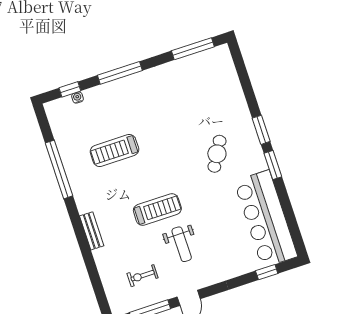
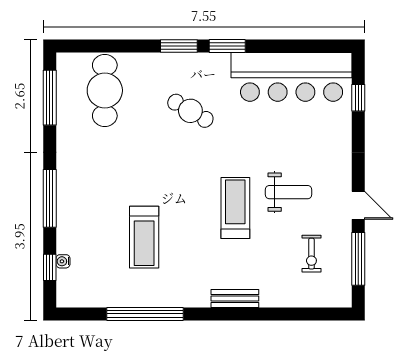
cafe table: (211, 87) -> (105, 90), added

